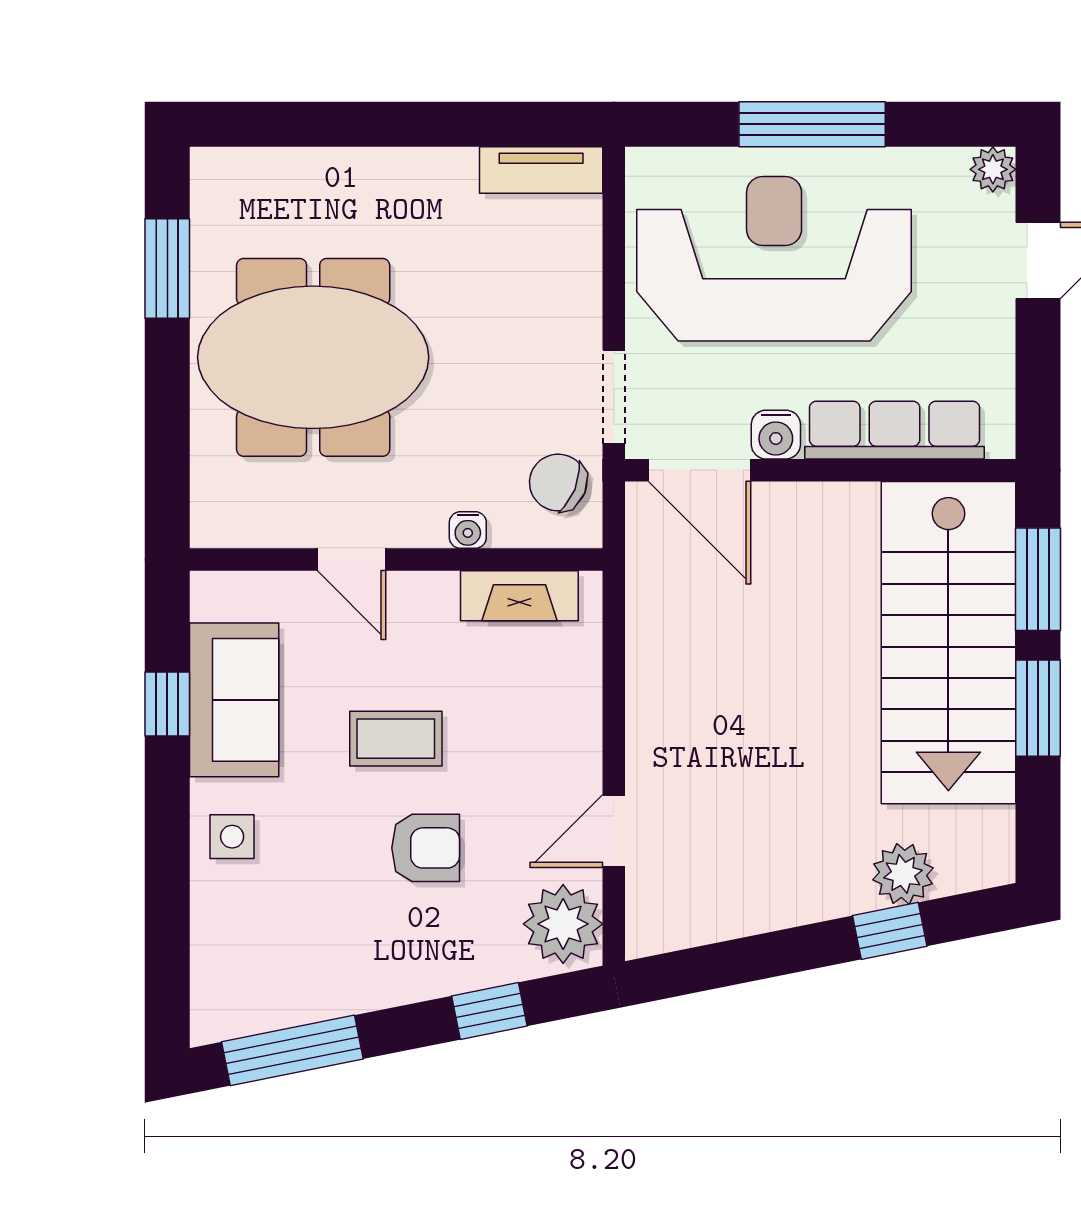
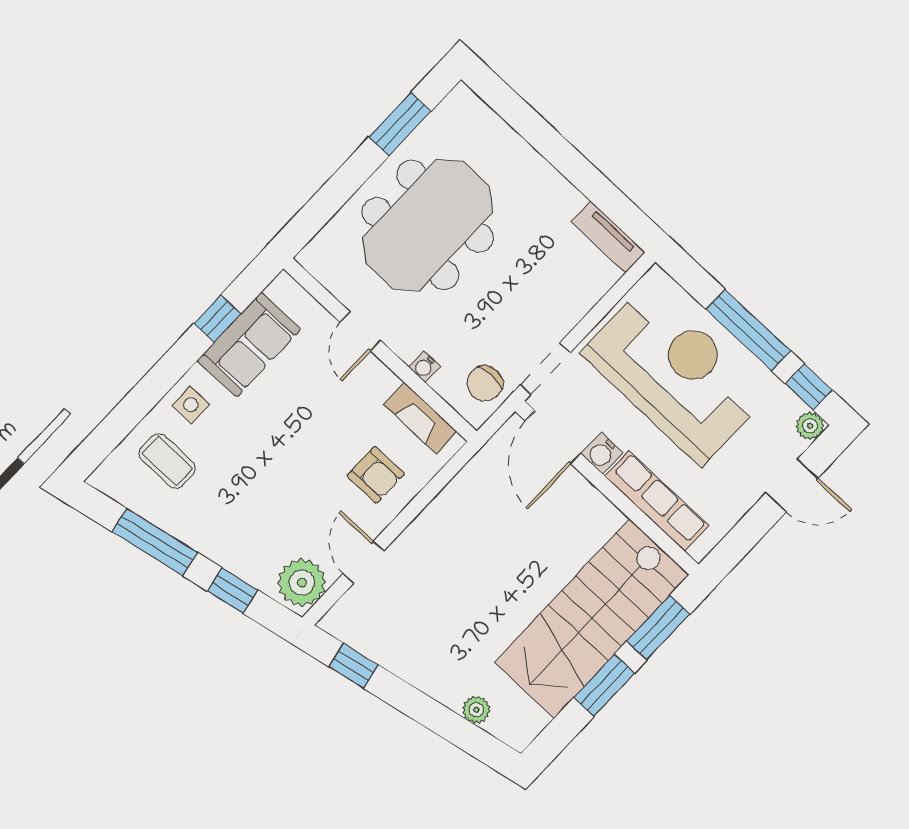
window: (948, 124) -> (809, 387), added
meeting table: (313, 357) -> (428, 225), turned 90
chair: (558, 483) -> (485, 383), turned -112
coffee table: (396, 739) -> (167, 461), moved
door: (614, 831) -> (363, 562), hinge flipped
armchair: (426, 848) -> (376, 475), moved
plant: (903, 874) -> (476, 710), width x0.73, depth x0.73
window: (890, 931) -> (354, 666), moved
window: (292, 1050) -> (155, 542), moved

